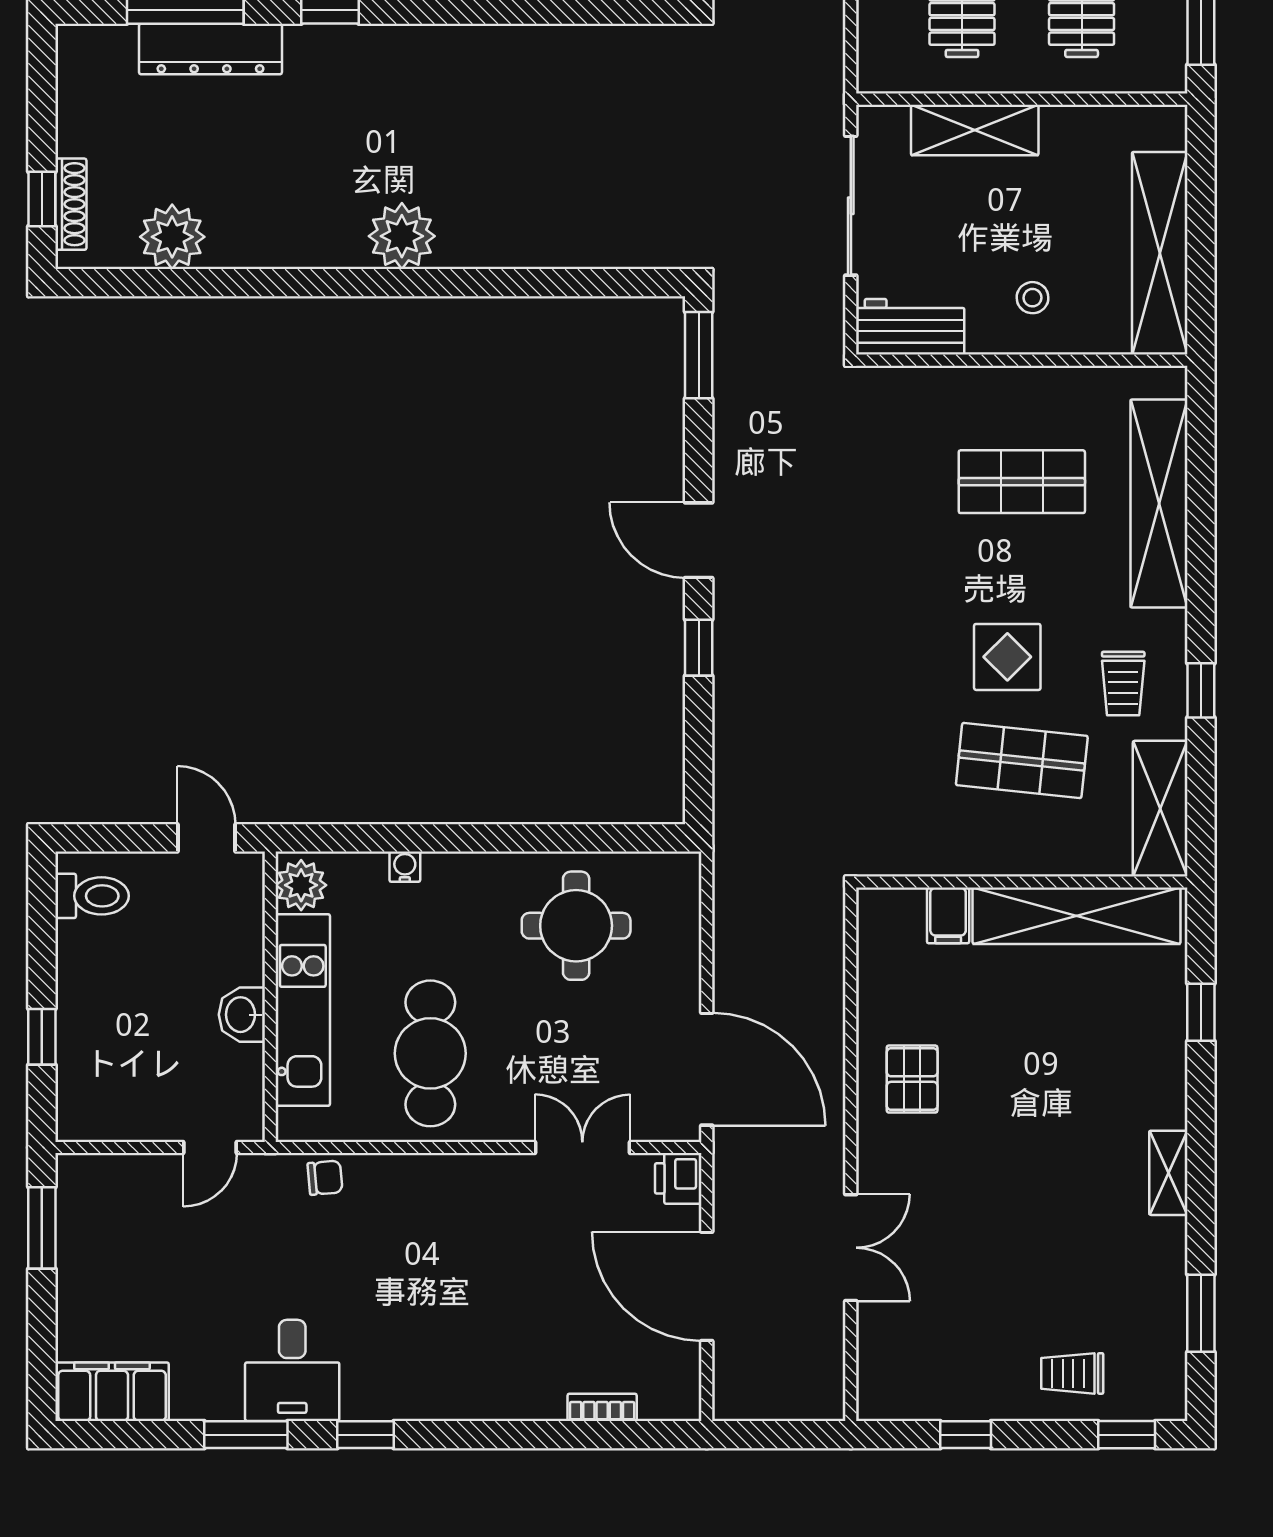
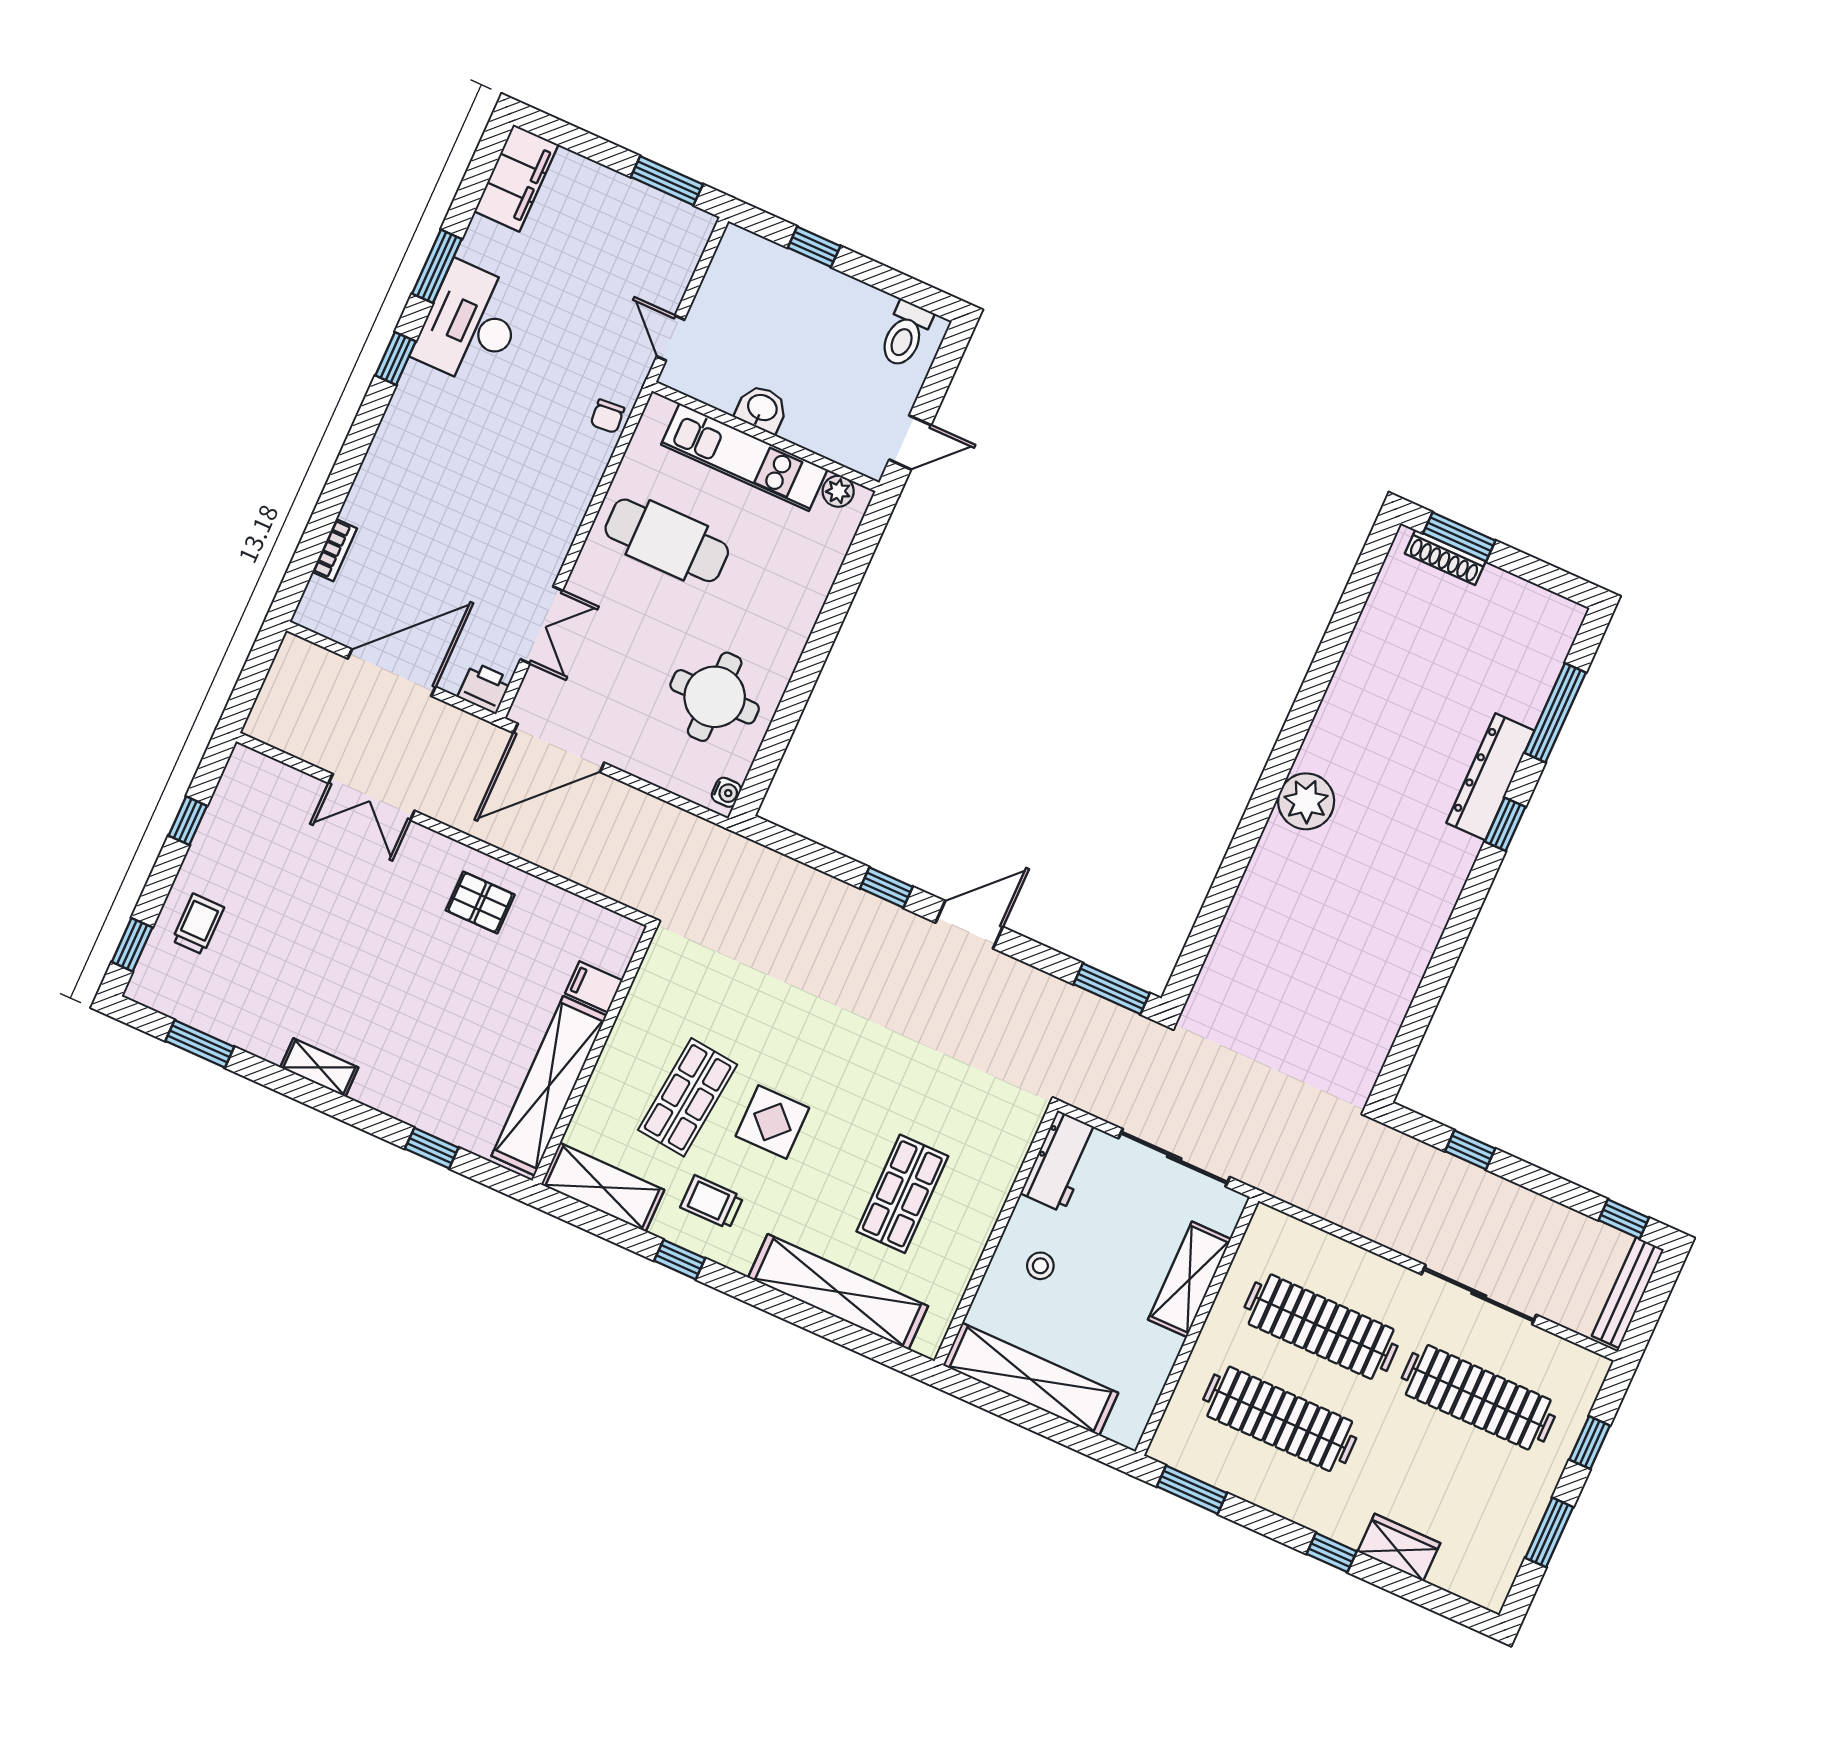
dresser: (210, 49) -> (1490, 777), moved
window: (42, 199) -> (1459, 537), width x1.50
plant: (172, 237) -> (1385, 624), removed
water cooler: (405, 867) -> (726, 792), moved
plant: (301, 885) -> (838, 491), width x0.73, depth x0.73
desk: (292, 1370) -> (470, 324), width x1.37

